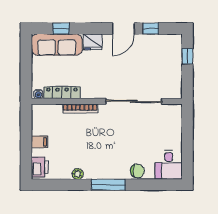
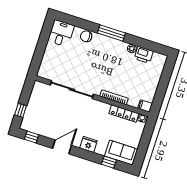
window: (151, 29) -> (32, 137), moved
sofa: (57, 45) -> (121, 153), width x0.73
filing cabinet: (39, 142) -> (145, 106), moved
printer: (40, 167) -> (144, 55), moved, turned -90

